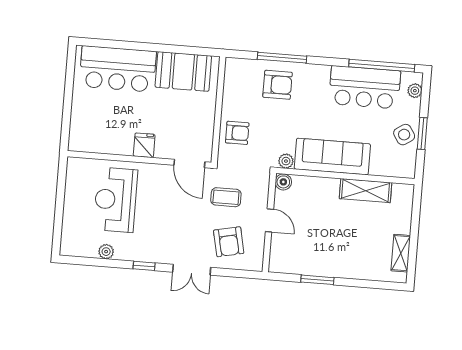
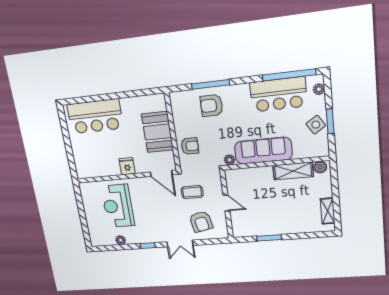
booth: (183, 71) -> (157, 132), moved, turned 90
armchair: (278, 85) -> (212, 105), turned 180
boiler: (283, 182) -> (320, 167), moved

